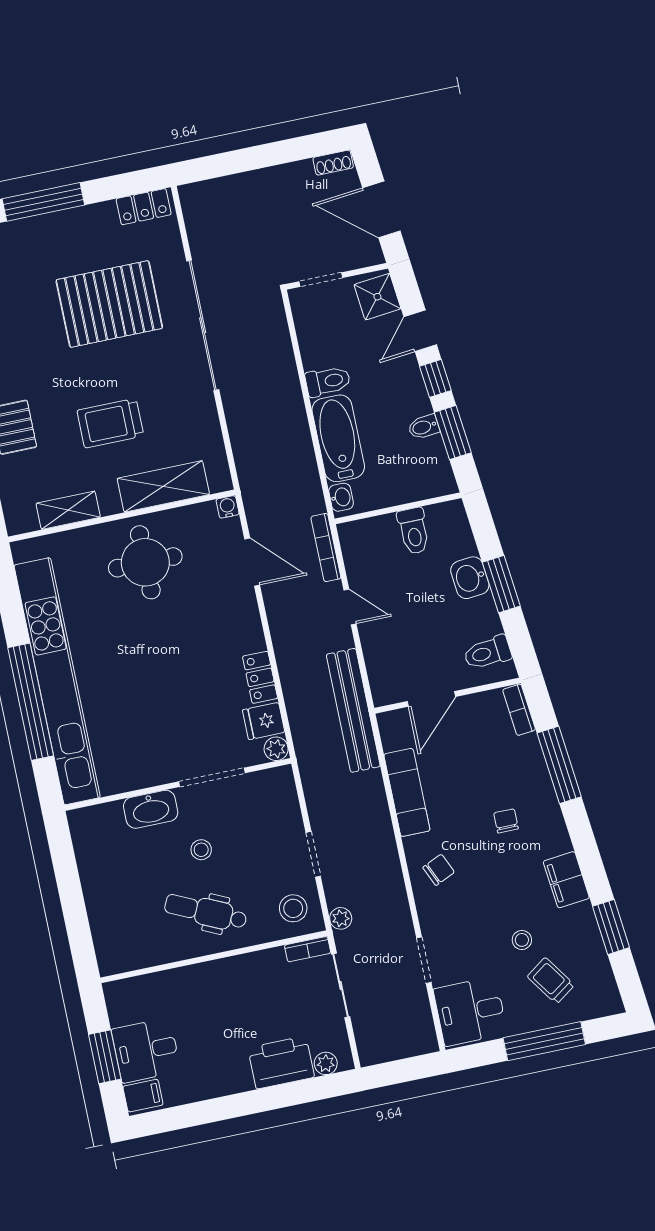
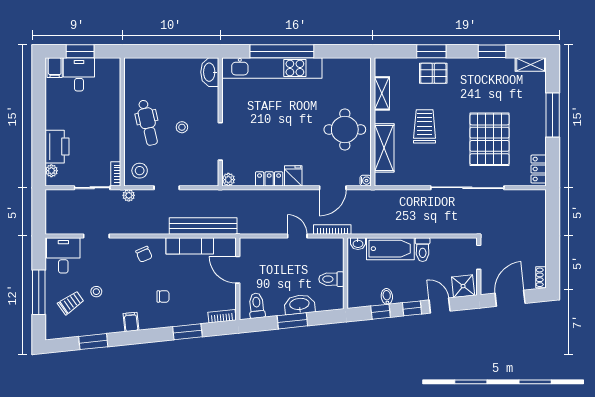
window: (453, 432) -> (381, 312), width x0.67
washbasin: (470, 578) -> (300, 304), width x1.38
door: (350, 607) -> (297, 236), swing flipped
kitchen unit: (57, 681) -> (272, 68), width x0.73
bench: (353, 710) -> (203, 226), moved
fridge: (264, 721) -> (293, 176), moved
window: (559, 765) -> (187, 332), width x0.69
washbasin: (151, 809) -> (210, 72), moved
filing cabinet: (566, 880) -> (131, 322), width x0.50
dental chair: (206, 912) -> (148, 123), turned 142

